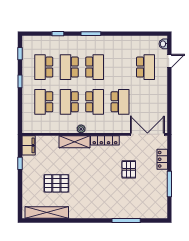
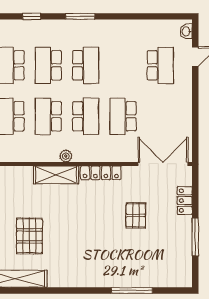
school desk: (120, 102) -> (123, 116), turned 180
pallet: (56, 183) -> (29, 236), turned 90

